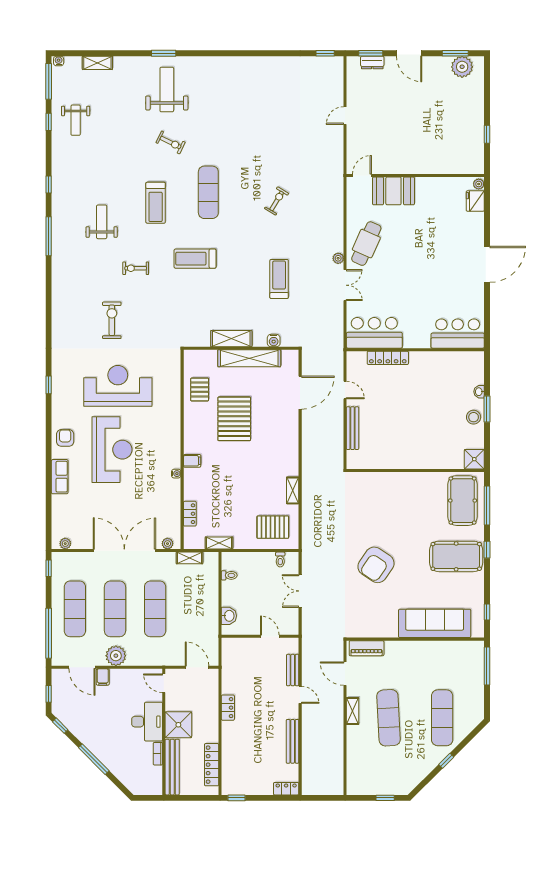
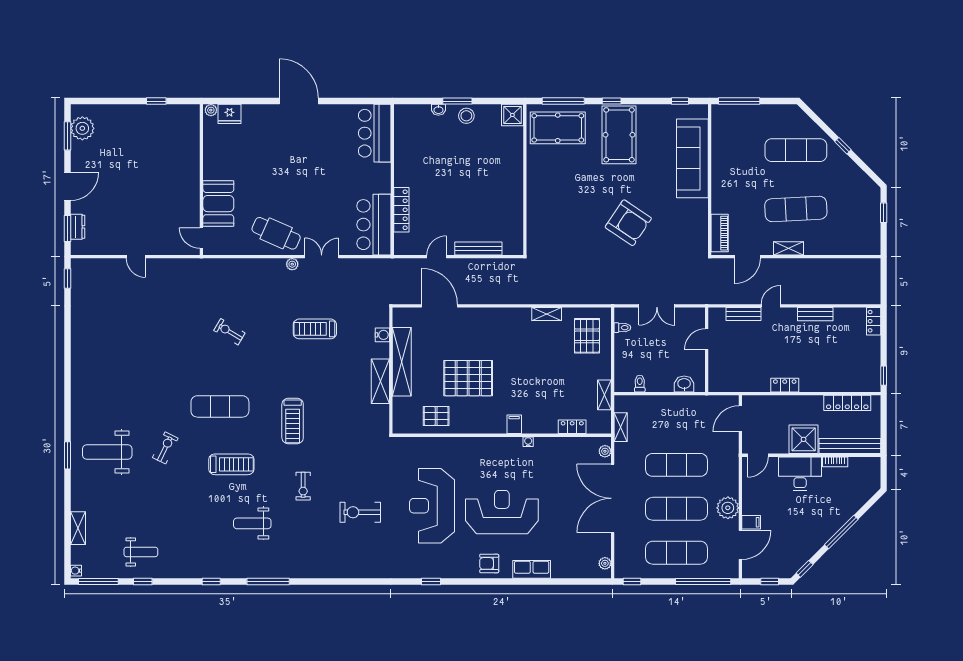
bench: (293, 741) -> (815, 314), width x0.73

